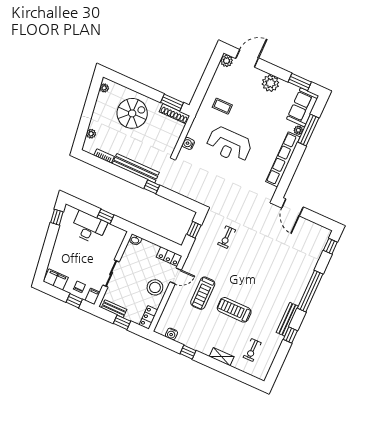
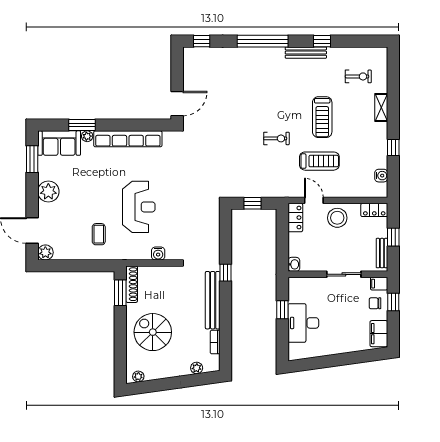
window: (308, 130) -> (82, 125), width x0.69
window: (57, 217) -> (308, 364), removed
exercise bike: (227, 237) -> (276, 138), moved

